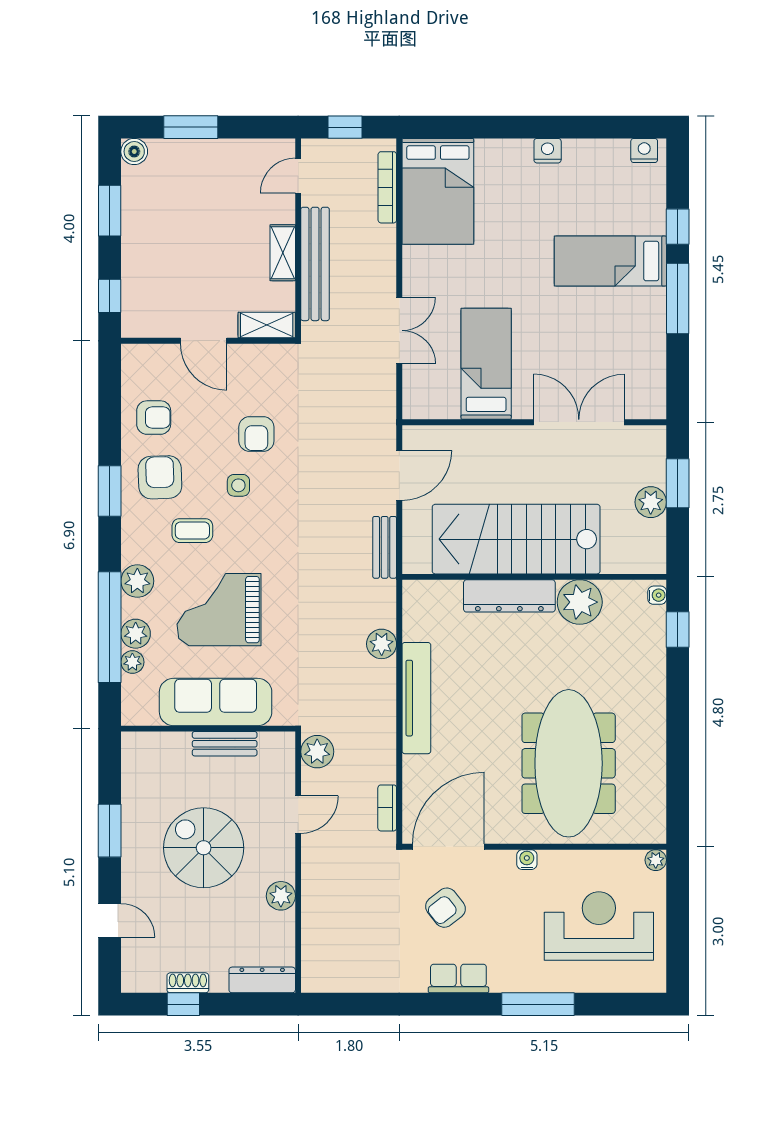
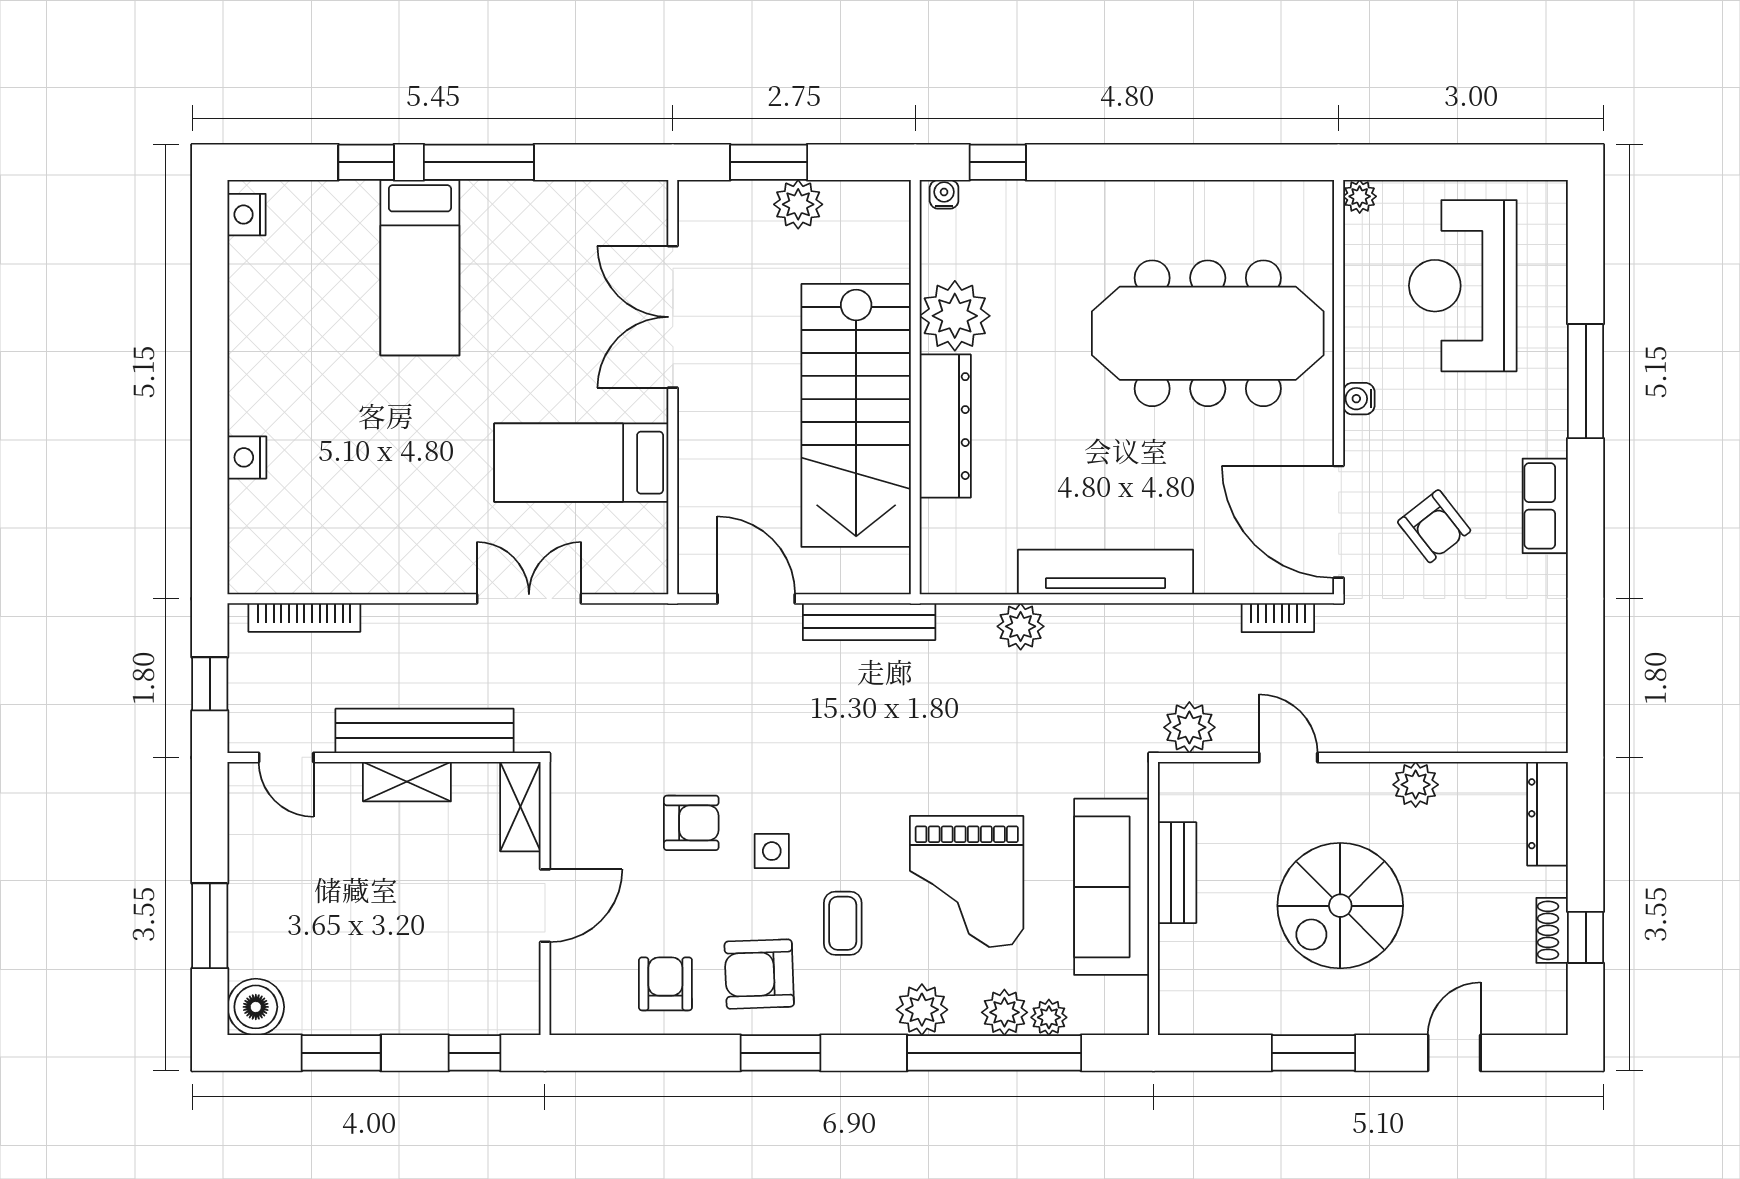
nightstand: (548, 151) -> (247, 457), moved
boiler: (134, 152) -> (256, 1007), width x1.36, depth x1.36
bed: (438, 191) -> (311, 538), removed
bench: (385, 547) -> (869, 622), width x1.36

